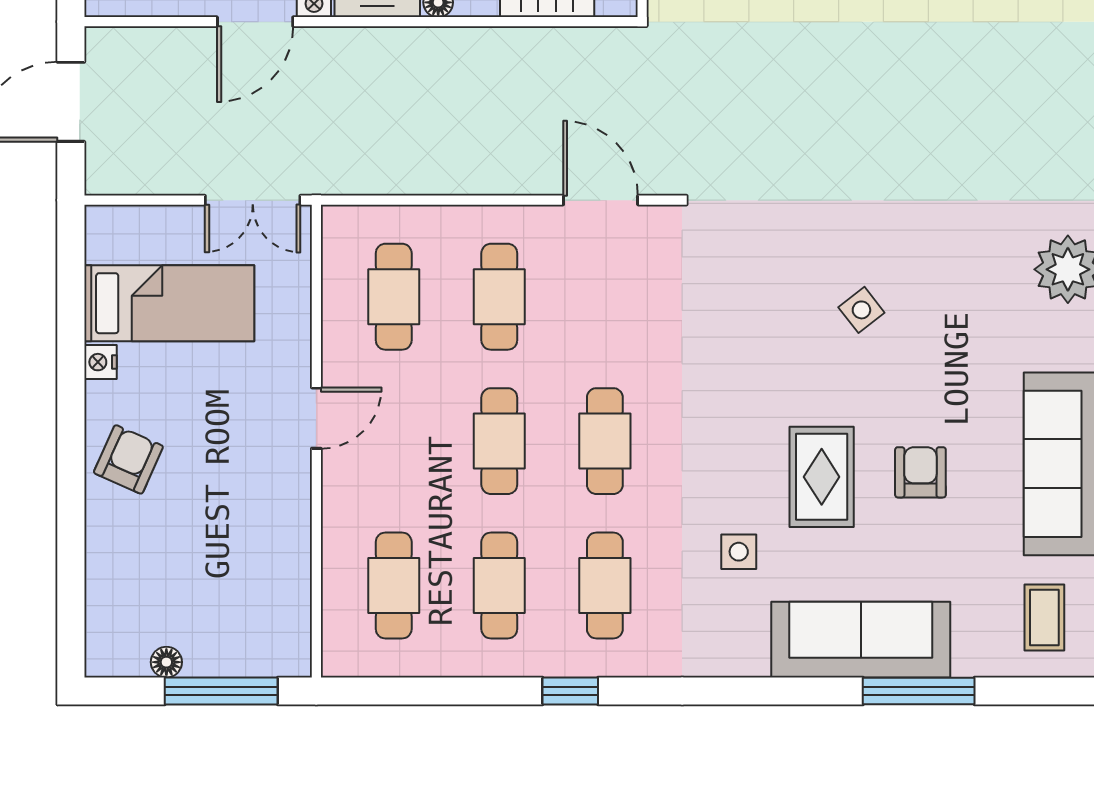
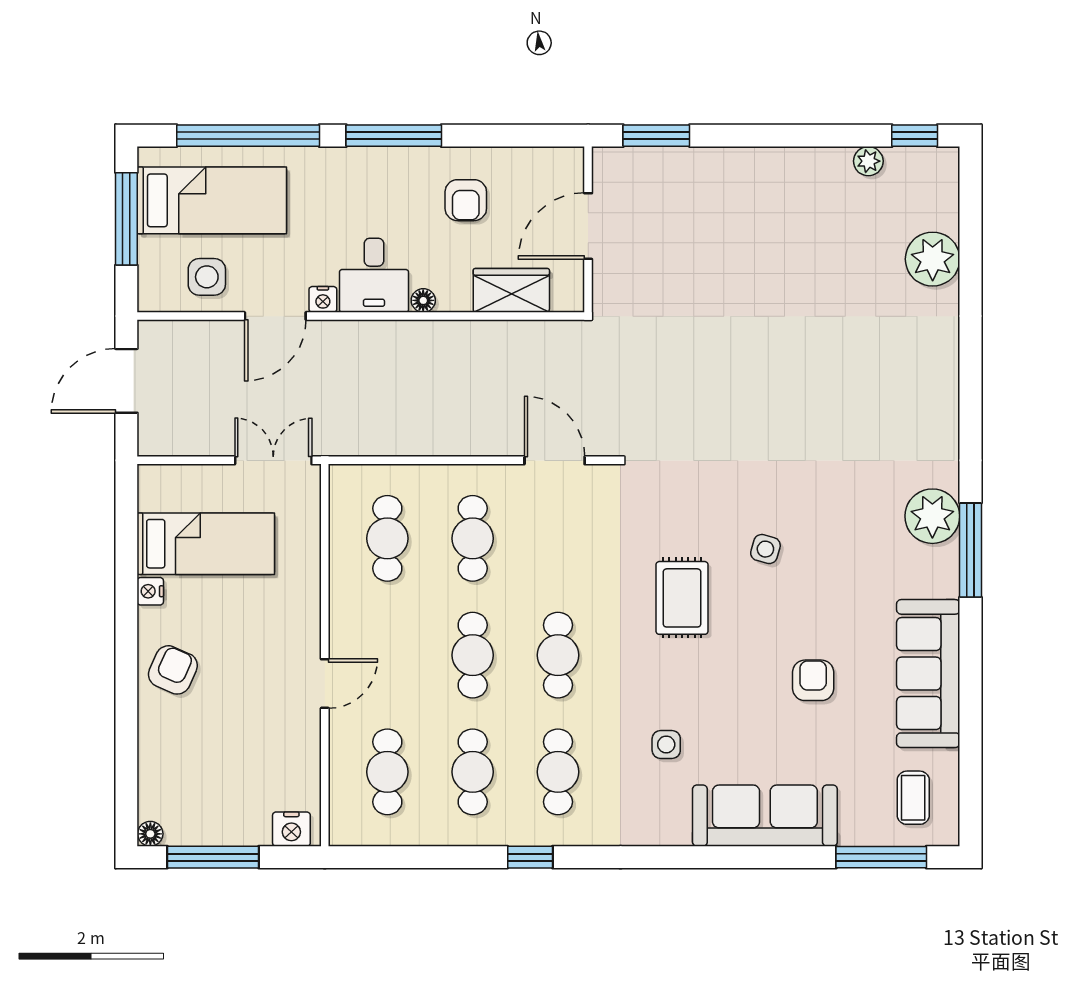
double door: (253, 200) -> (273, 460), swing flipped
side table: (861, 310) -> (765, 549), turned -36
door: (316, 418) -> (325, 684), moved
rug: (822, 477) -> (682, 598), moved
nightstand: (275, 656) -> (291, 829), added
floor lamp: (166, 662) -> (150, 834), moved
window: (221, 691) -> (213, 857), moved
window: (919, 691) -> (881, 857), moved

